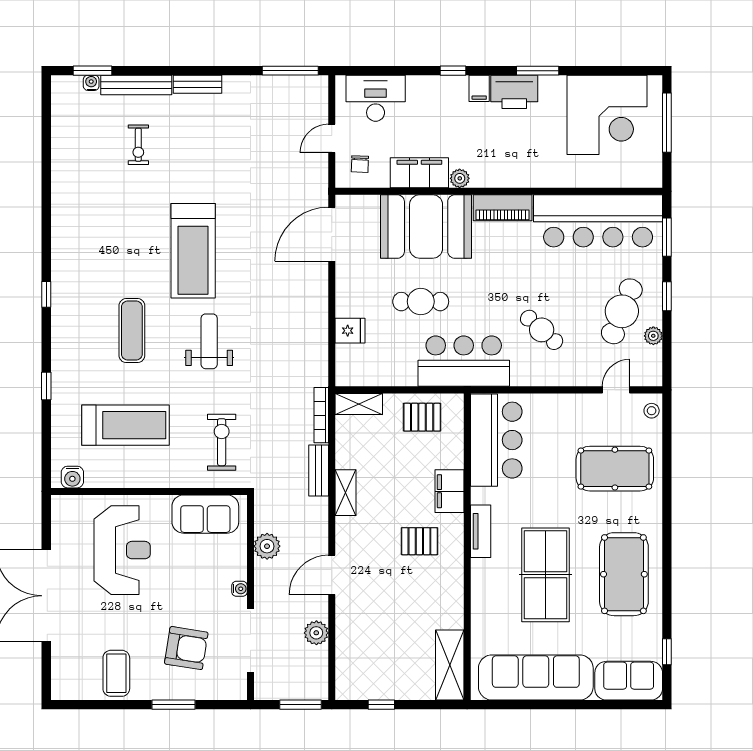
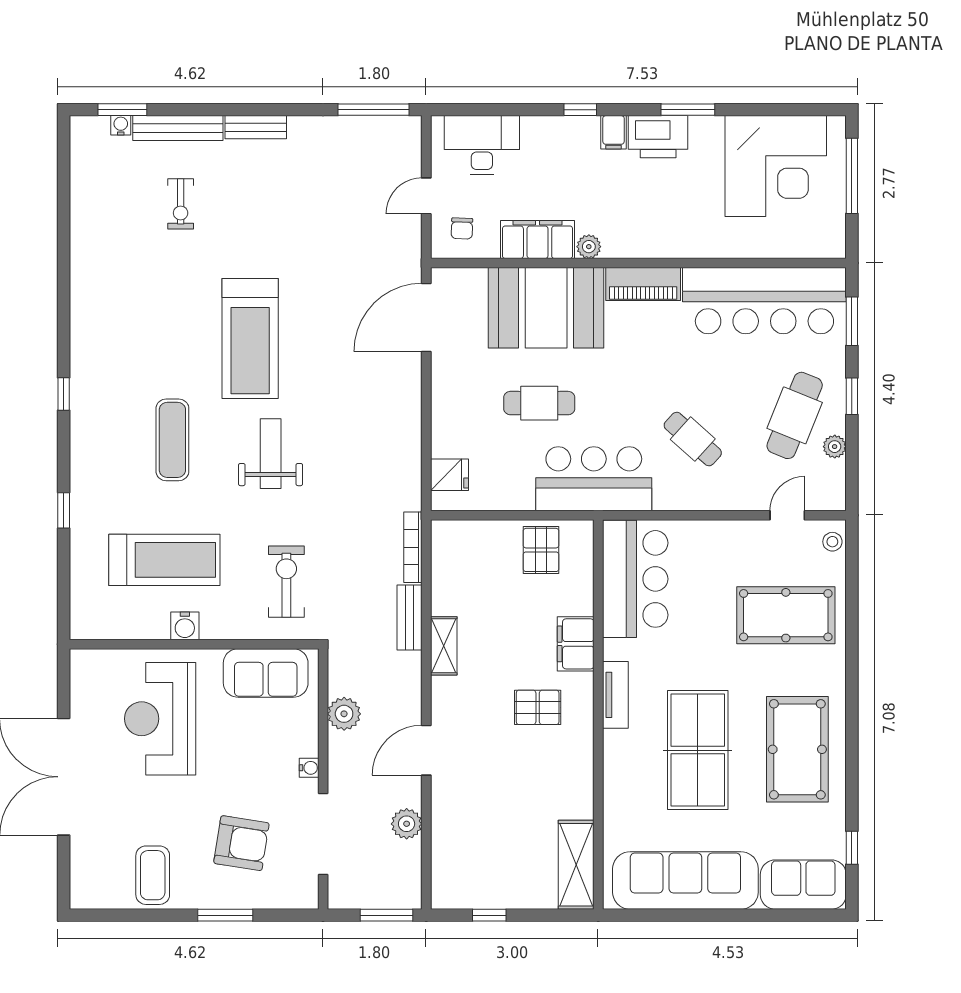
fridge: (350, 331) -> (449, 475), moved
shelving: (359, 404) -> (461, 533), removed
pallet: (422, 417) -> (541, 550), turned 90
water cooler: (72, 477) -> (185, 626), moved
reception desk: (122, 550) -> (160, 719), turned 180

